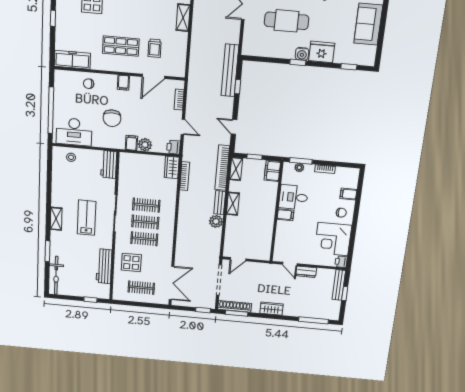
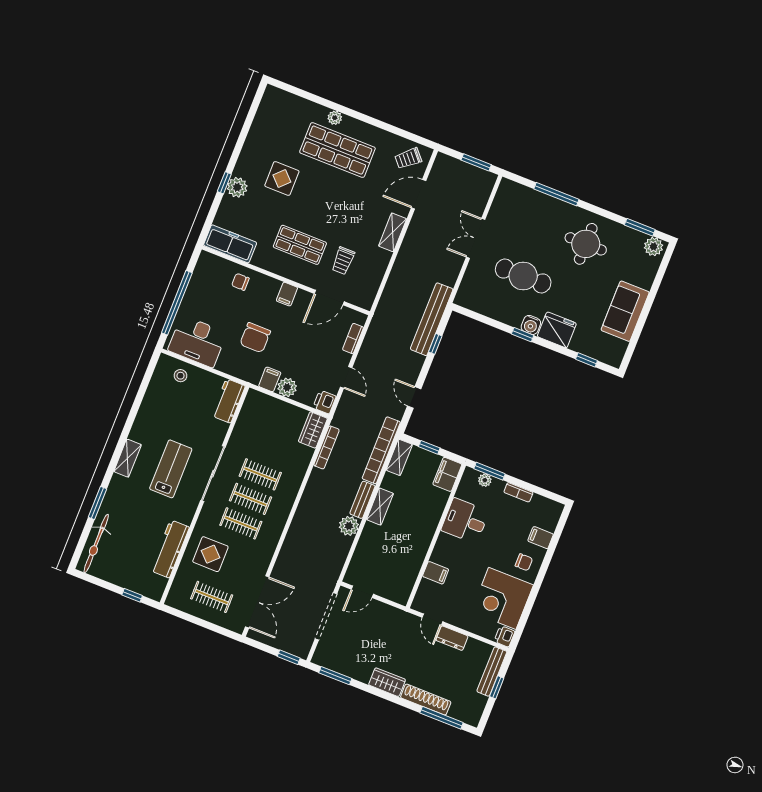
plant: (63, 19) -> (237, 187), added
filing cabinet: (285, 215) -> (436, 573), moved
shoe rack: (235, 306) -> (426, 700), moved

